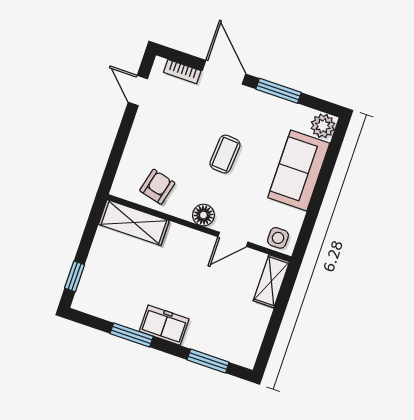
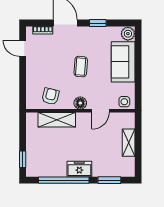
window: (278, 91) -> (98, 23), width x0.67
shelving: (134, 223) -> (57, 120), moved
shelving: (271, 281) -> (129, 143), moved
window: (132, 335) -> (64, 180), width x2.11

